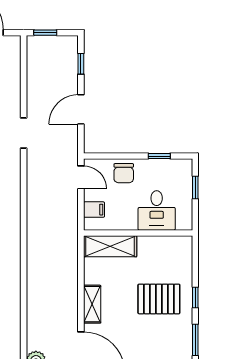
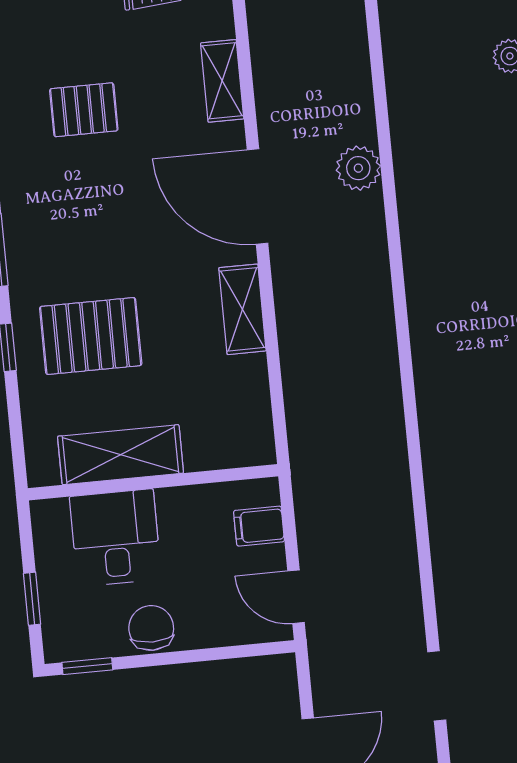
window: (159, 156) -> (87, 666), moved
chair: (124, 173) -> (151, 628), moved
shelving: (110, 246) -> (121, 455), moved

